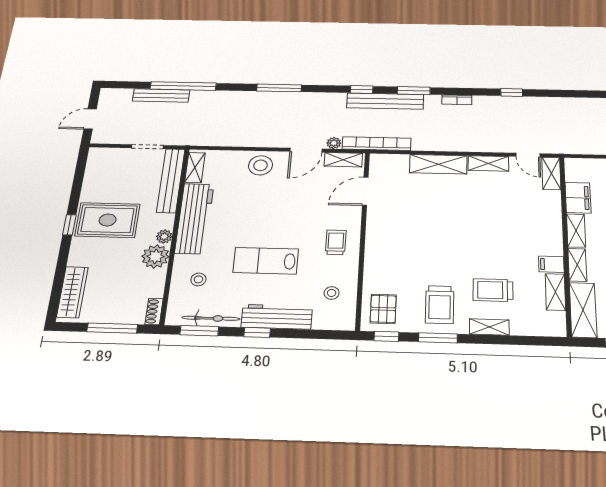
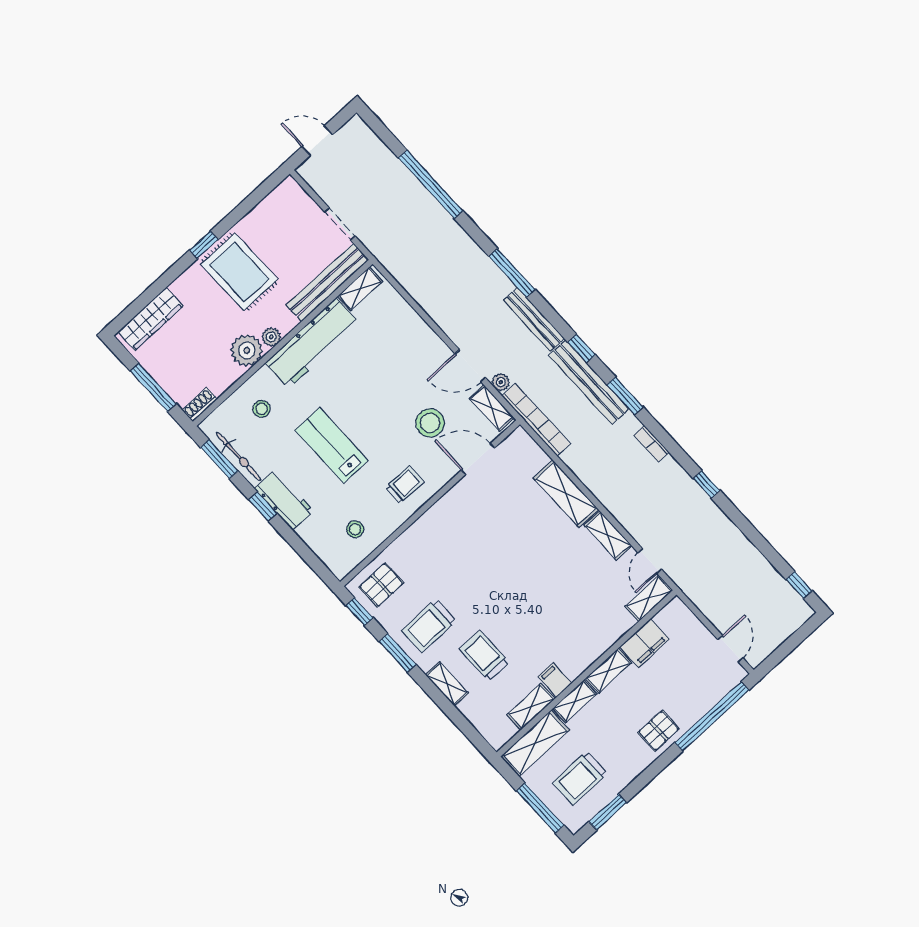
bench: (161, 95) -> (534, 319), moved
stool: (260, 165) -> (430, 423), moved
workbench: (277, 317) -> (284, 500), width x0.73

